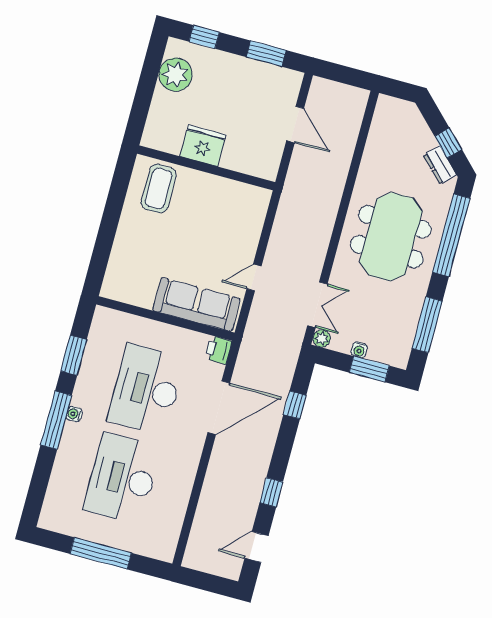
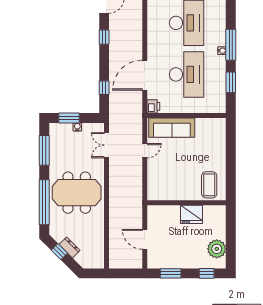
dresser: (440, 165) -> (70, 247), moved
meeting table: (391, 237) -> (77, 193), turned 90
plant: (322, 338) -> (99, 128), removed

